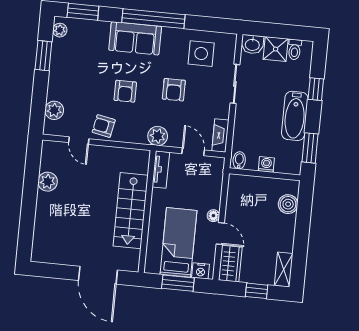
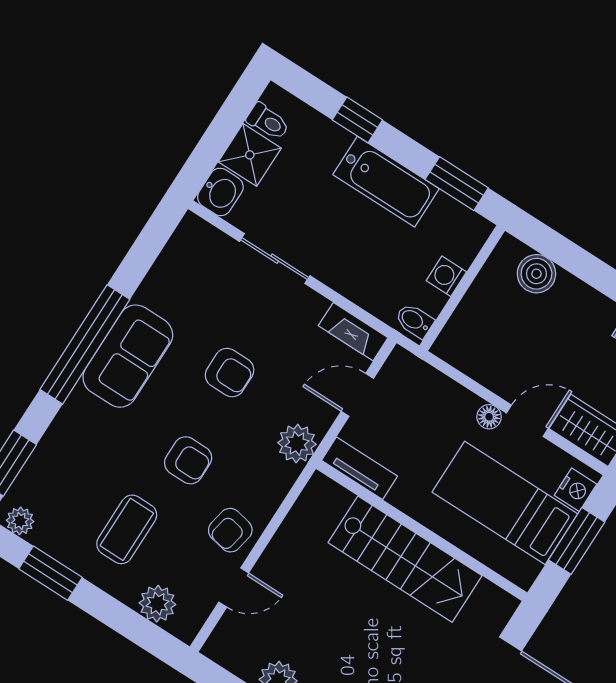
sofa: (135, 38) -> (128, 356), moved
side table: (201, 54) -> (190, 291), removed
coffee table: (80, 80) -> (127, 529), added

